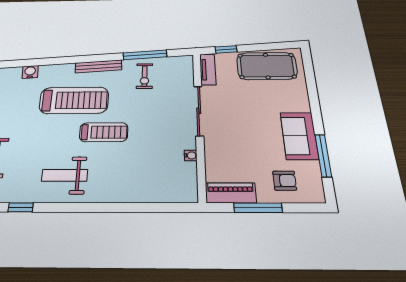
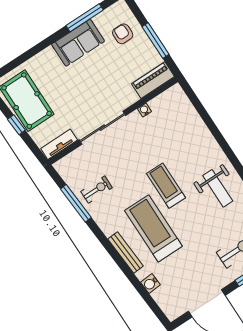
window: (226, 49) -> (16, 125), moved
bench: (98, 66) -> (126, 252), moved
piano: (231, 193) -> (153, 80), moved, turned 90

